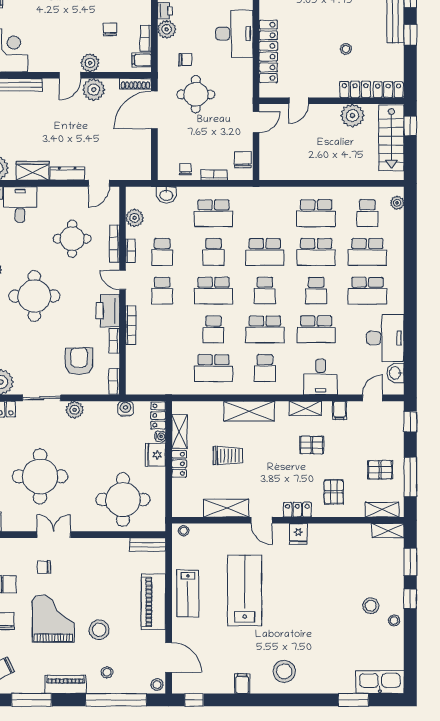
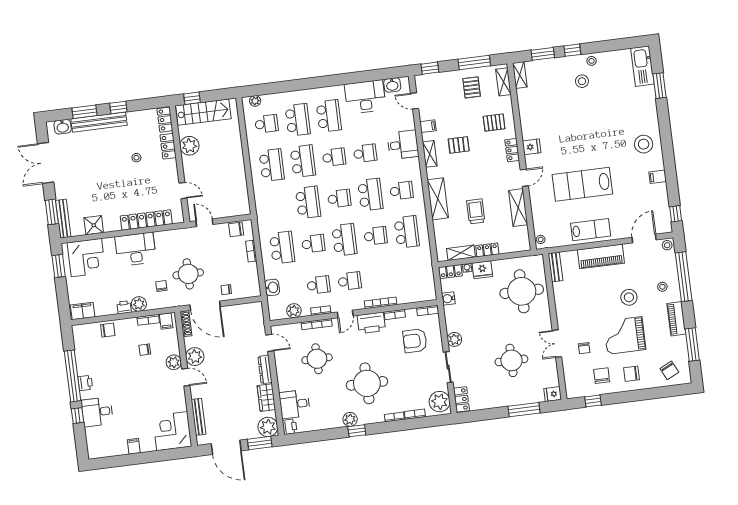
chair: (185, 169) -> (226, 290), moved
school desk: (316, 329) -> (365, 153), width x0.54
pallet: (312, 445) -> (459, 145), turned 90
round table: (40, 476) -> (511, 360), width x0.73, depth x0.73

